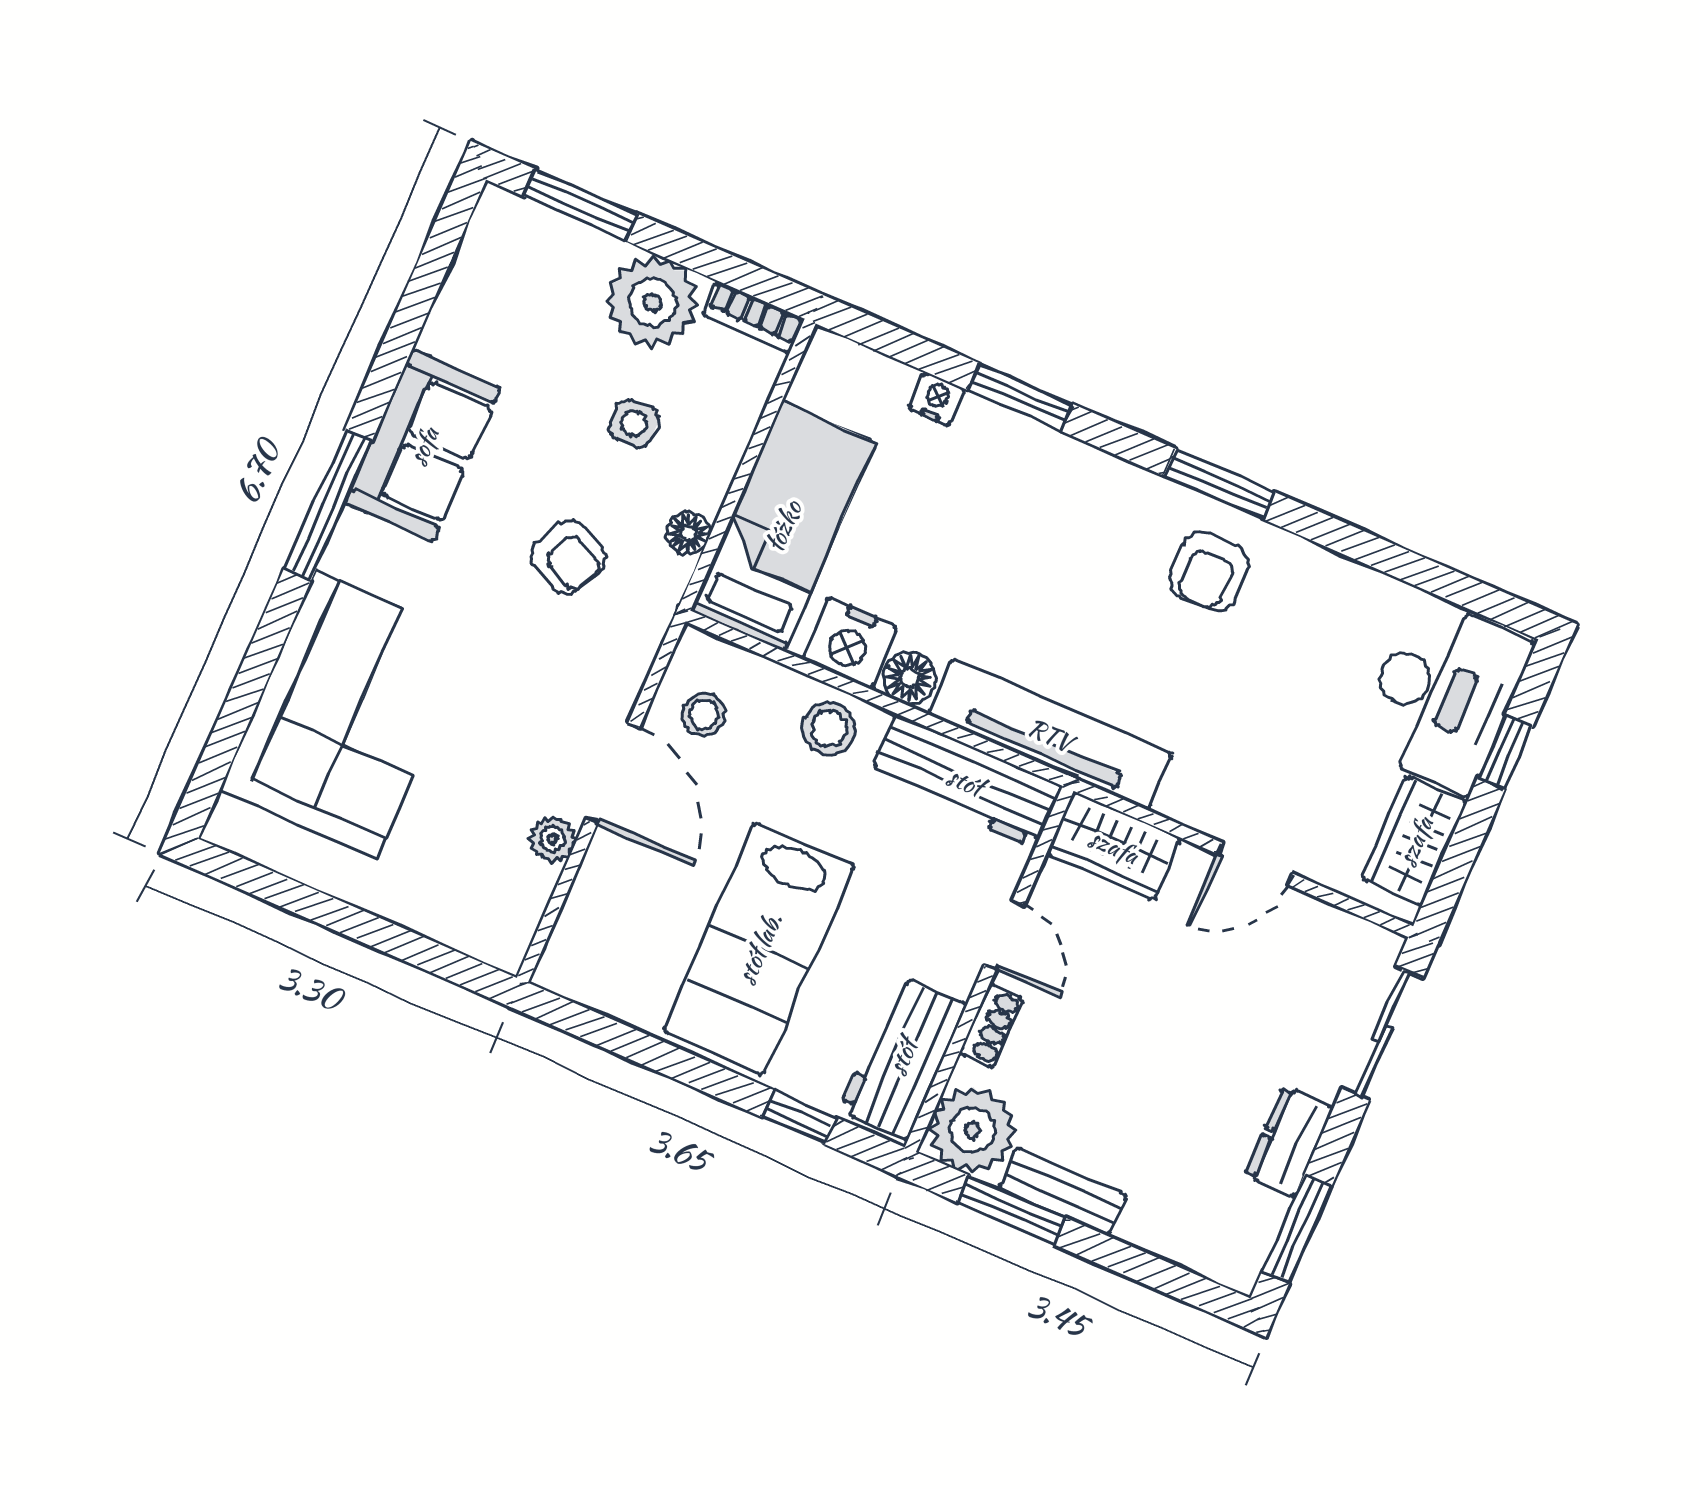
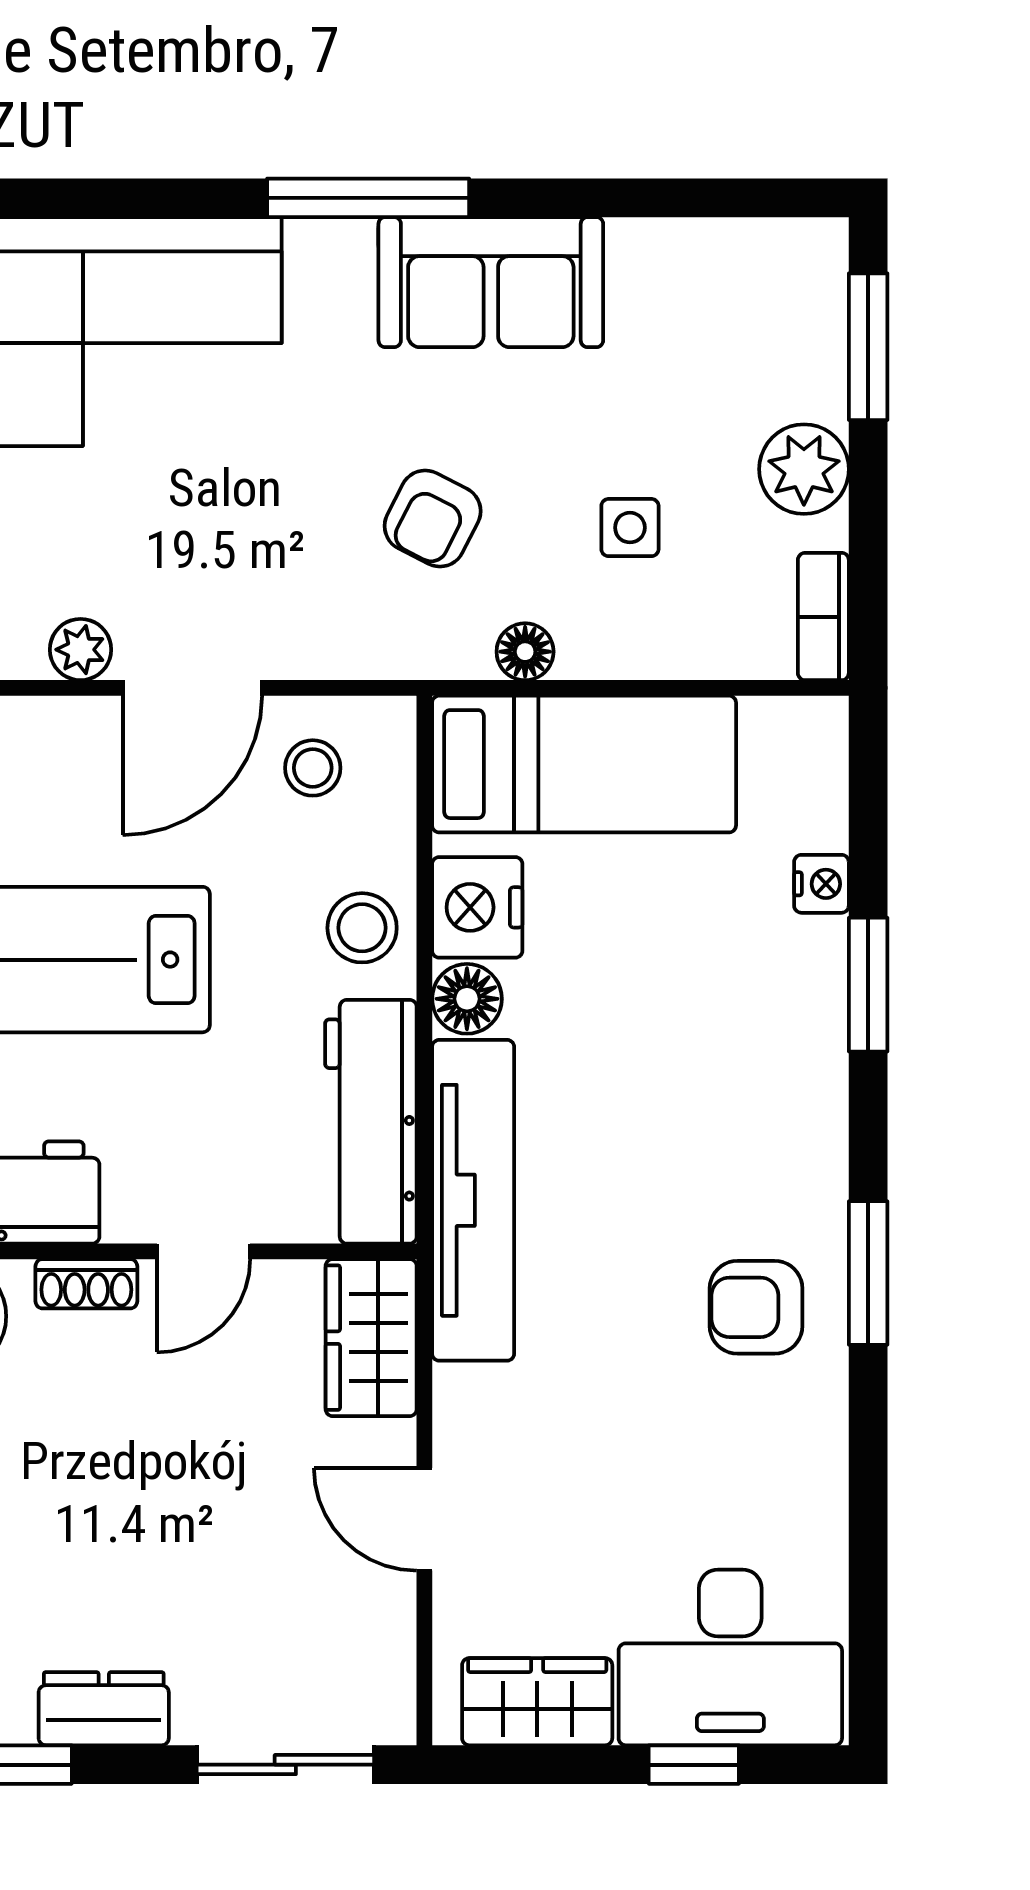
plant: (652, 302) -> (804, 469), width x0.73, depth x0.73

